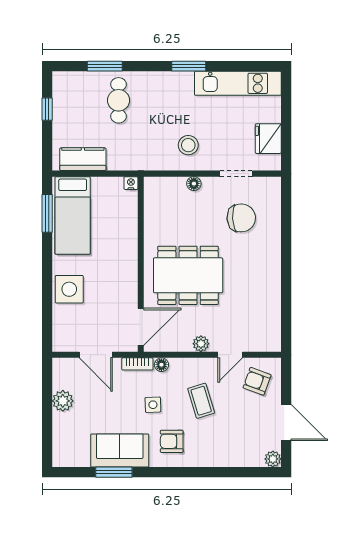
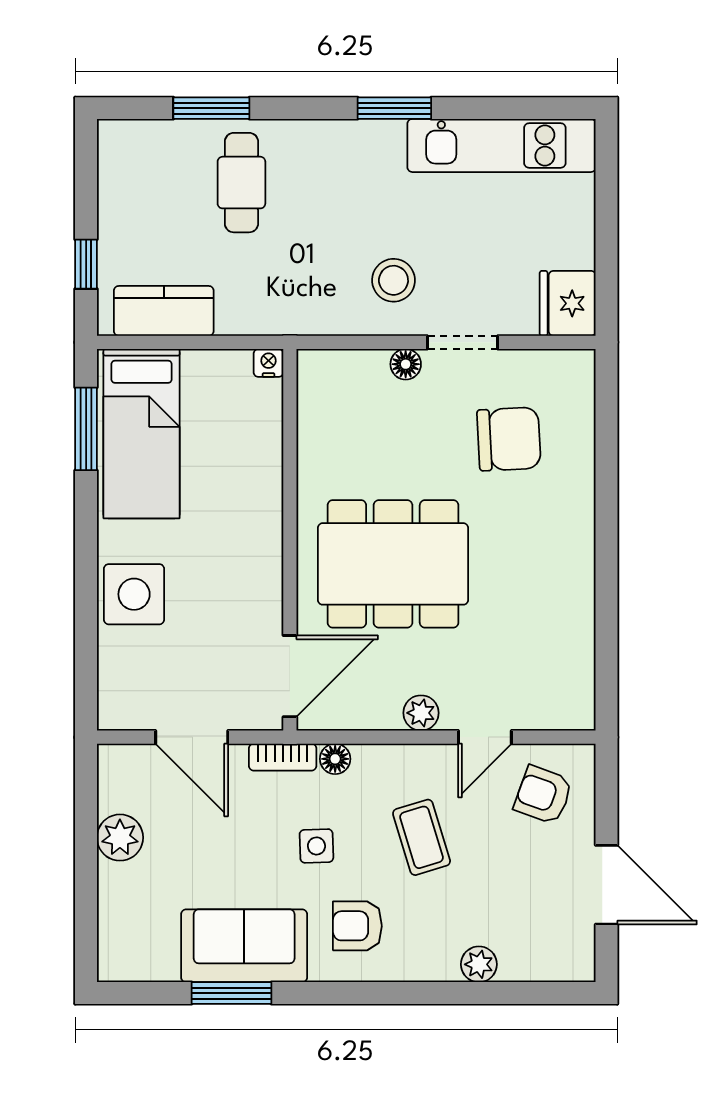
window: (47, 109) -> (86, 264), moved
fridge: (268, 139) -> (568, 303), moved
doorway: (236, 174) -> (462, 342), moved
plant: (273, 459) -> (479, 964), moved

